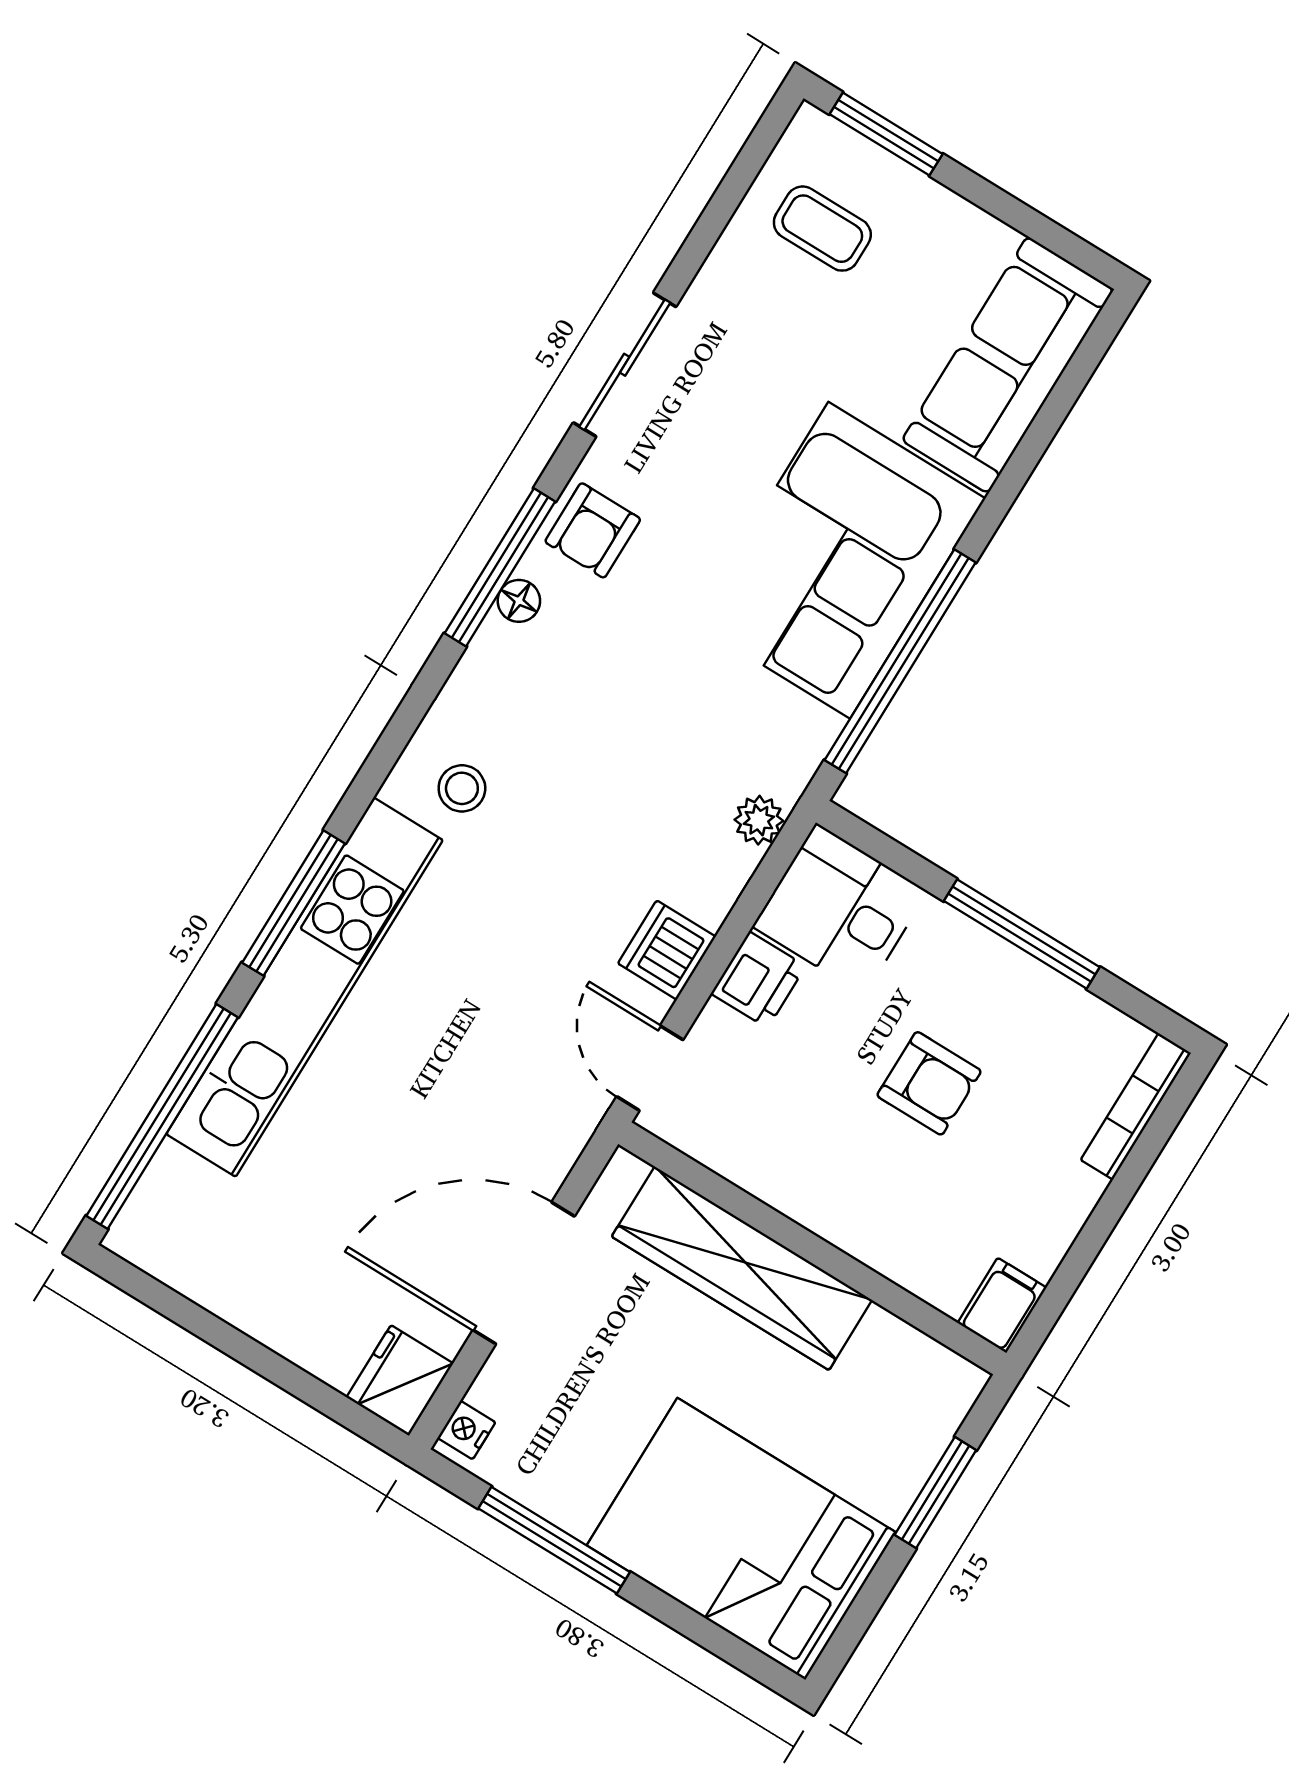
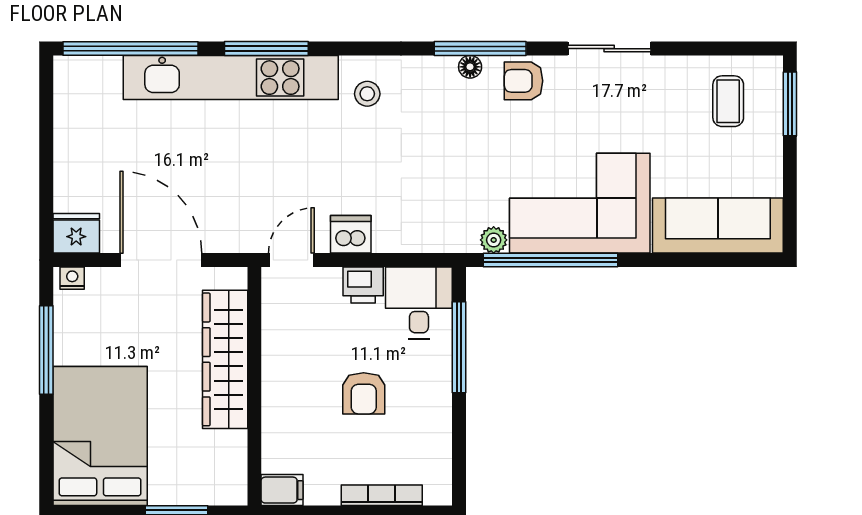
plant: (759, 820) -> (494, 240), moved
window: (1022, 934) -> (459, 347), moved
bookcase: (1136, 1106) -> (382, 495), moved

